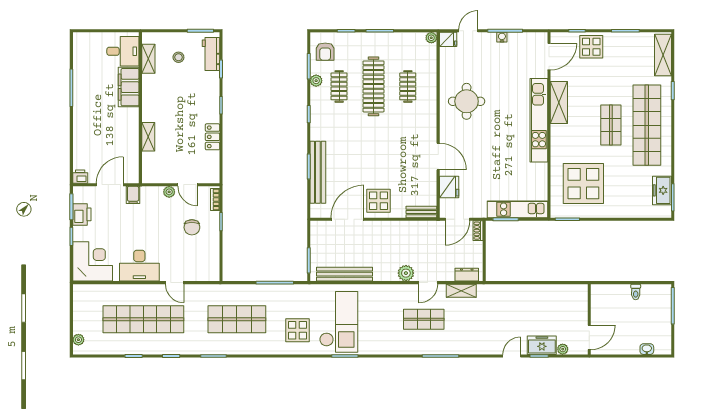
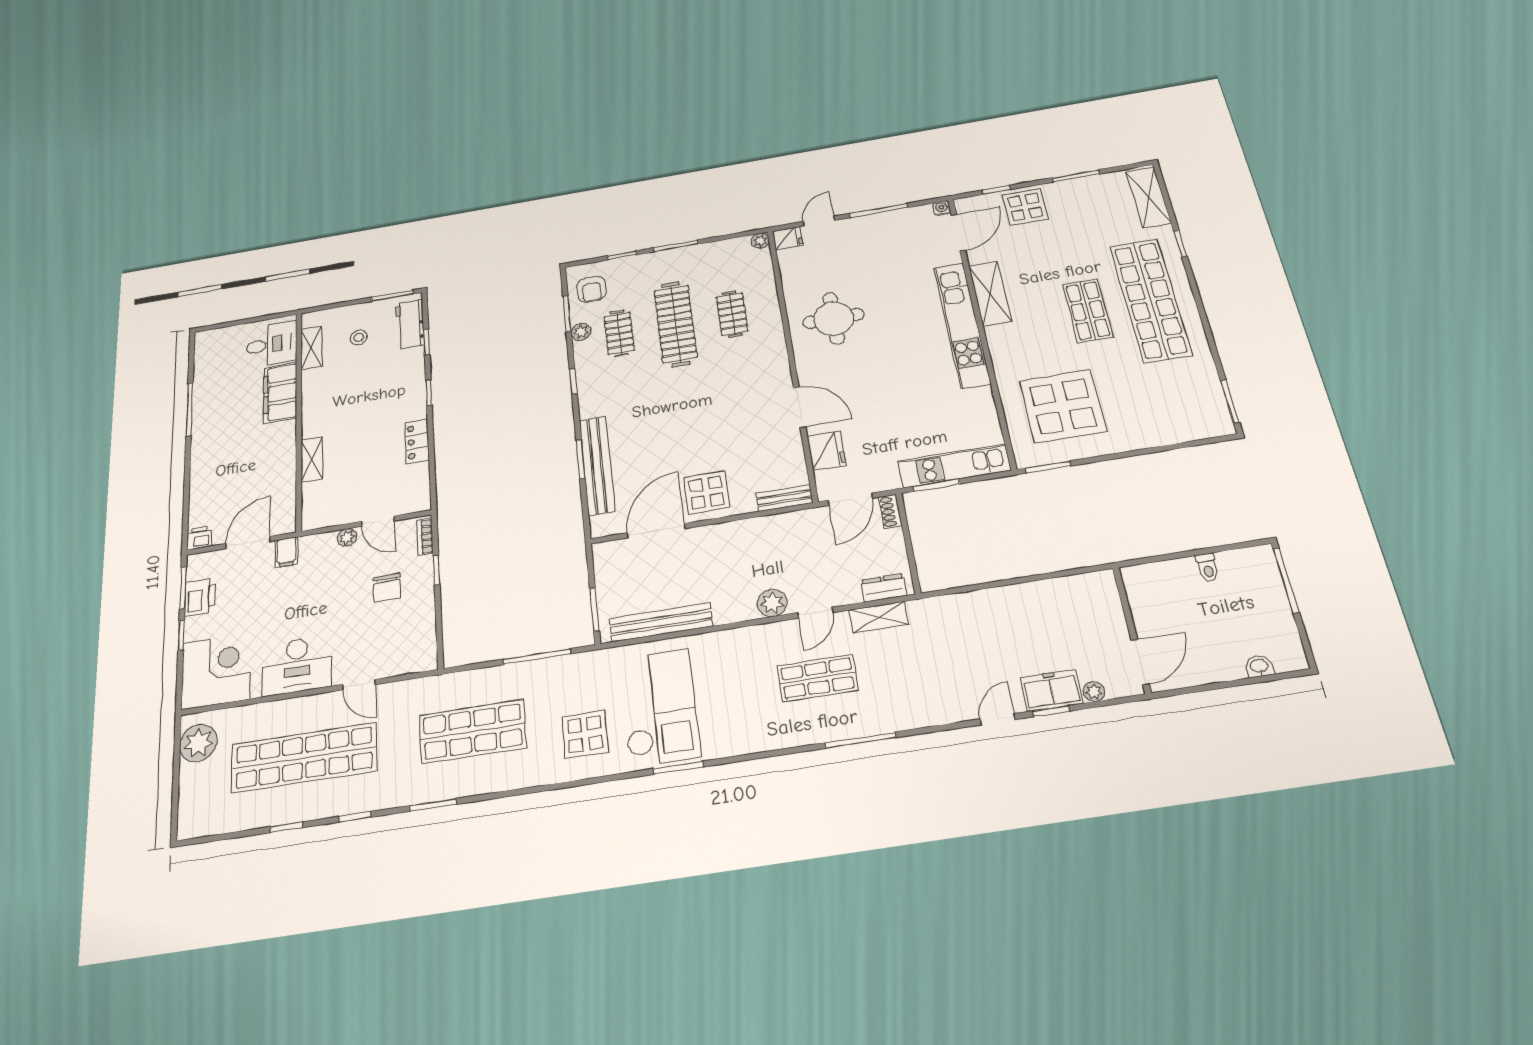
water cooler: (502, 37) -> (942, 208), moved
freezer: (662, 190) -> (1207, 394), removed
plant: (78, 340) -> (198, 743), moved, width x1.87, depth x1.87

